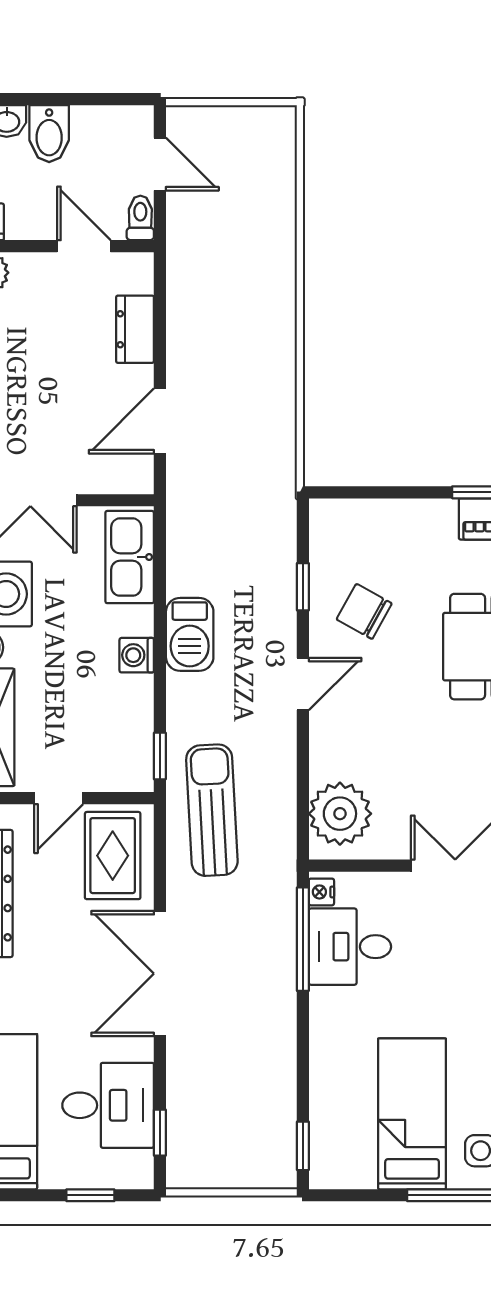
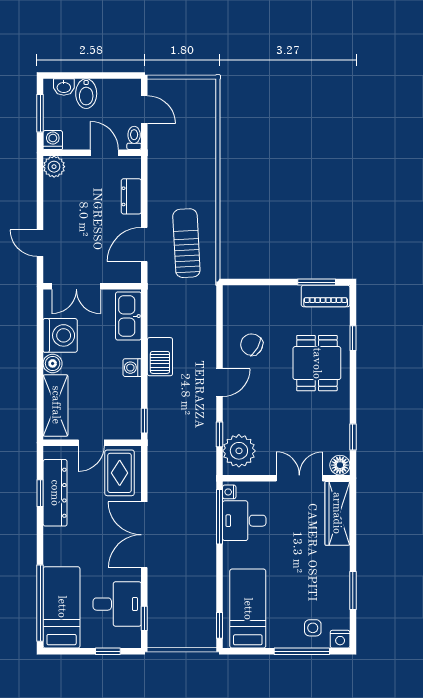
window: (303, 587) -> (219, 434), moved
sun lounger: (212, 810) -> (186, 243), moved
bed: (412, 1114) -> (248, 609), moved

